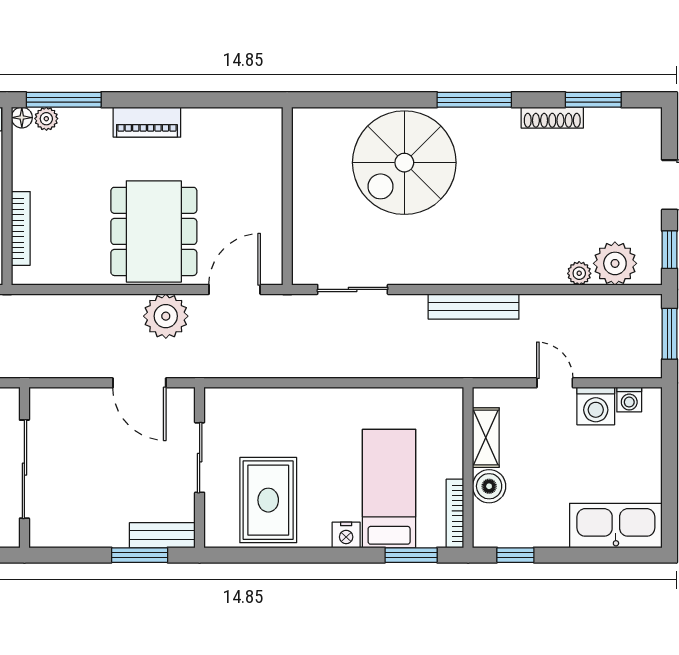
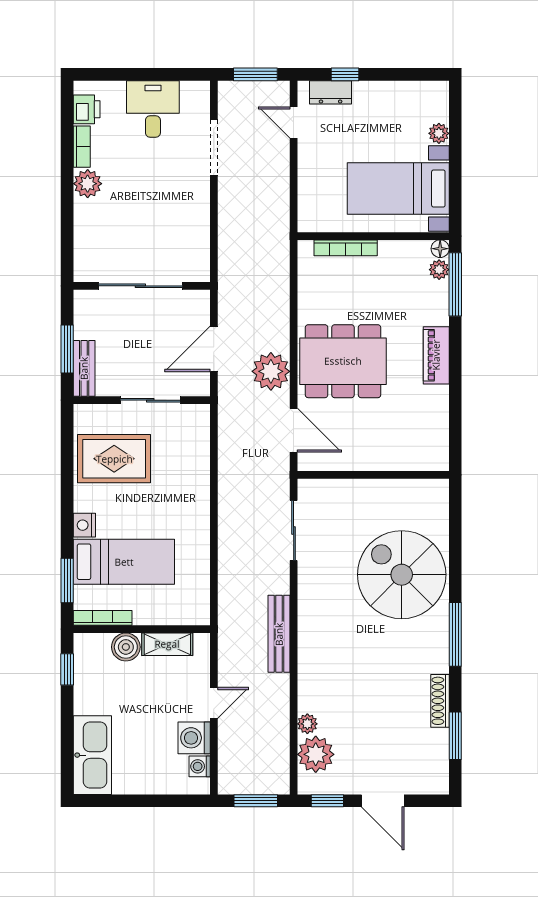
wall: (24, 467) -> (142, 286), moved
sliding door: (24, 469) -> (140, 286), moved

